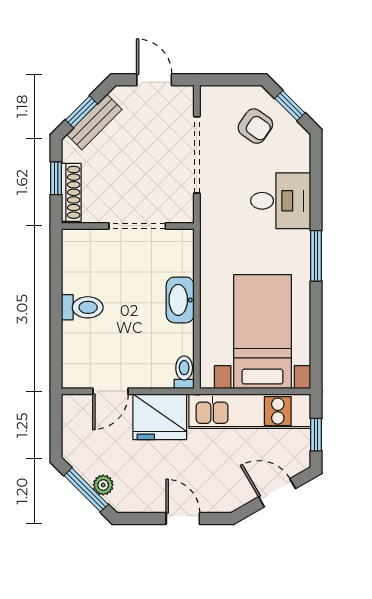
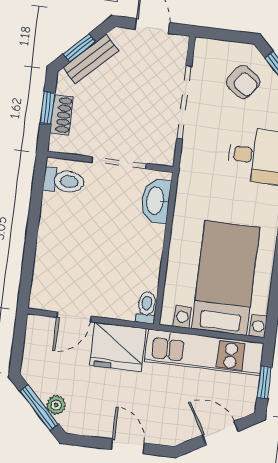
shoe rack: (71, 192) -> (61, 115), width x0.70
washbasin: (180, 300) -> (156, 201), moved
toilet: (82, 307) -> (64, 181), moved

